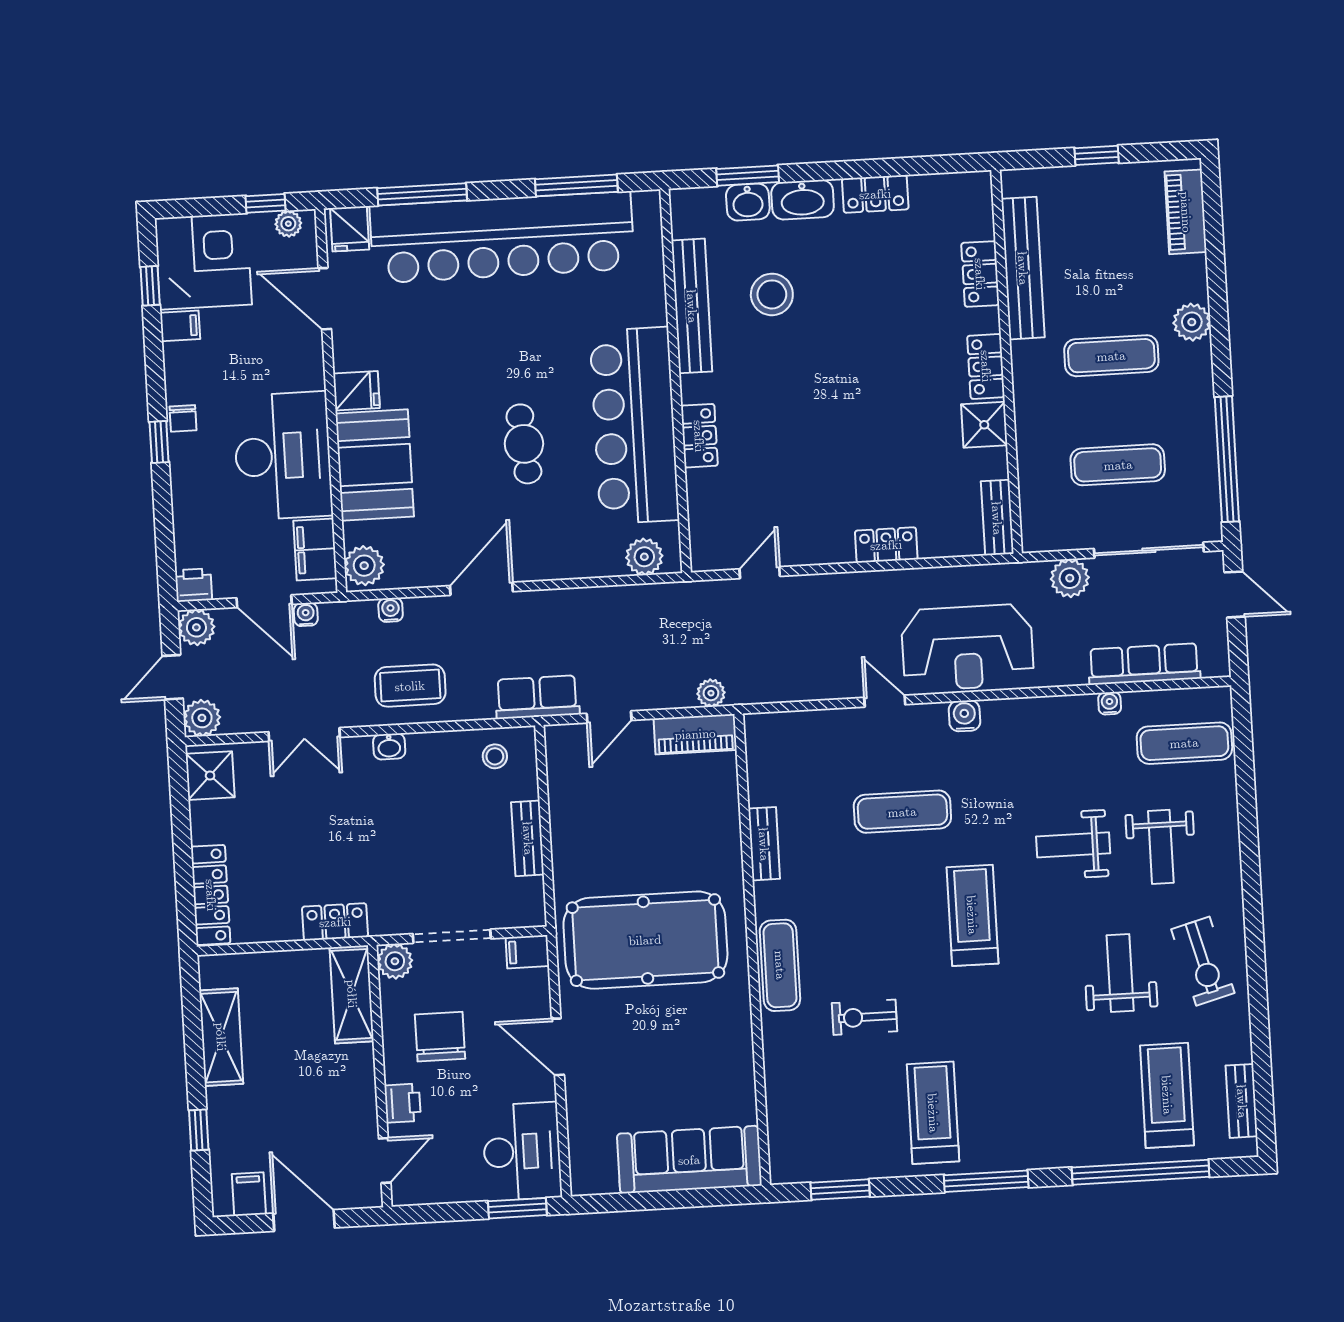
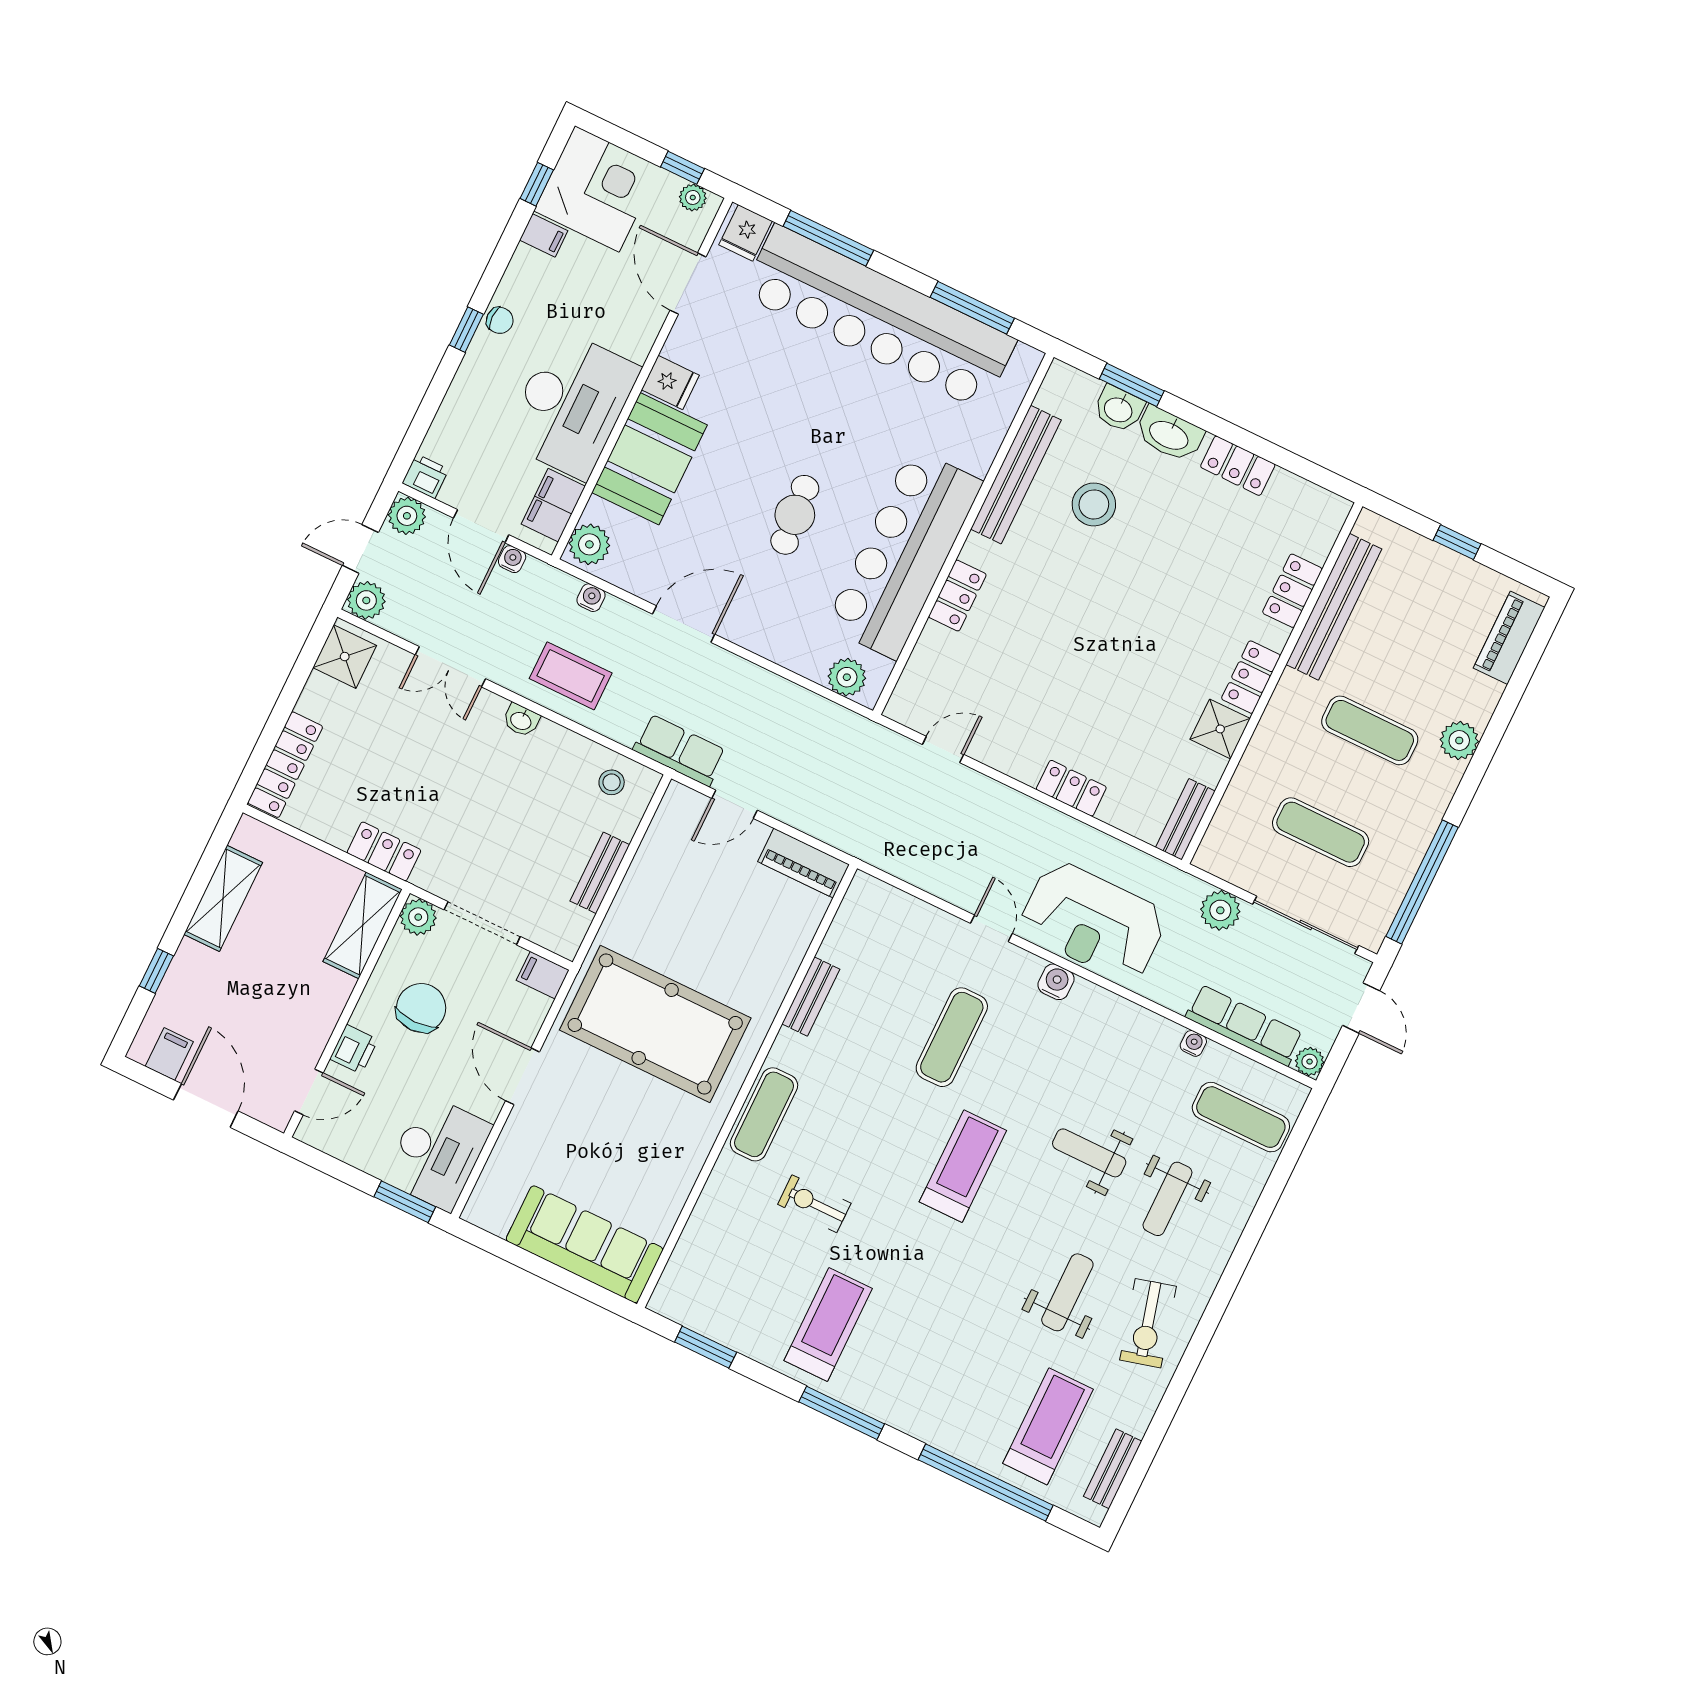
chair: (183, 418) -> (500, 320), turned -90
plant: (711, 693) -> (1310, 1062), moved
exercise mat: (902, 812) -> (952, 1037), turned 90

